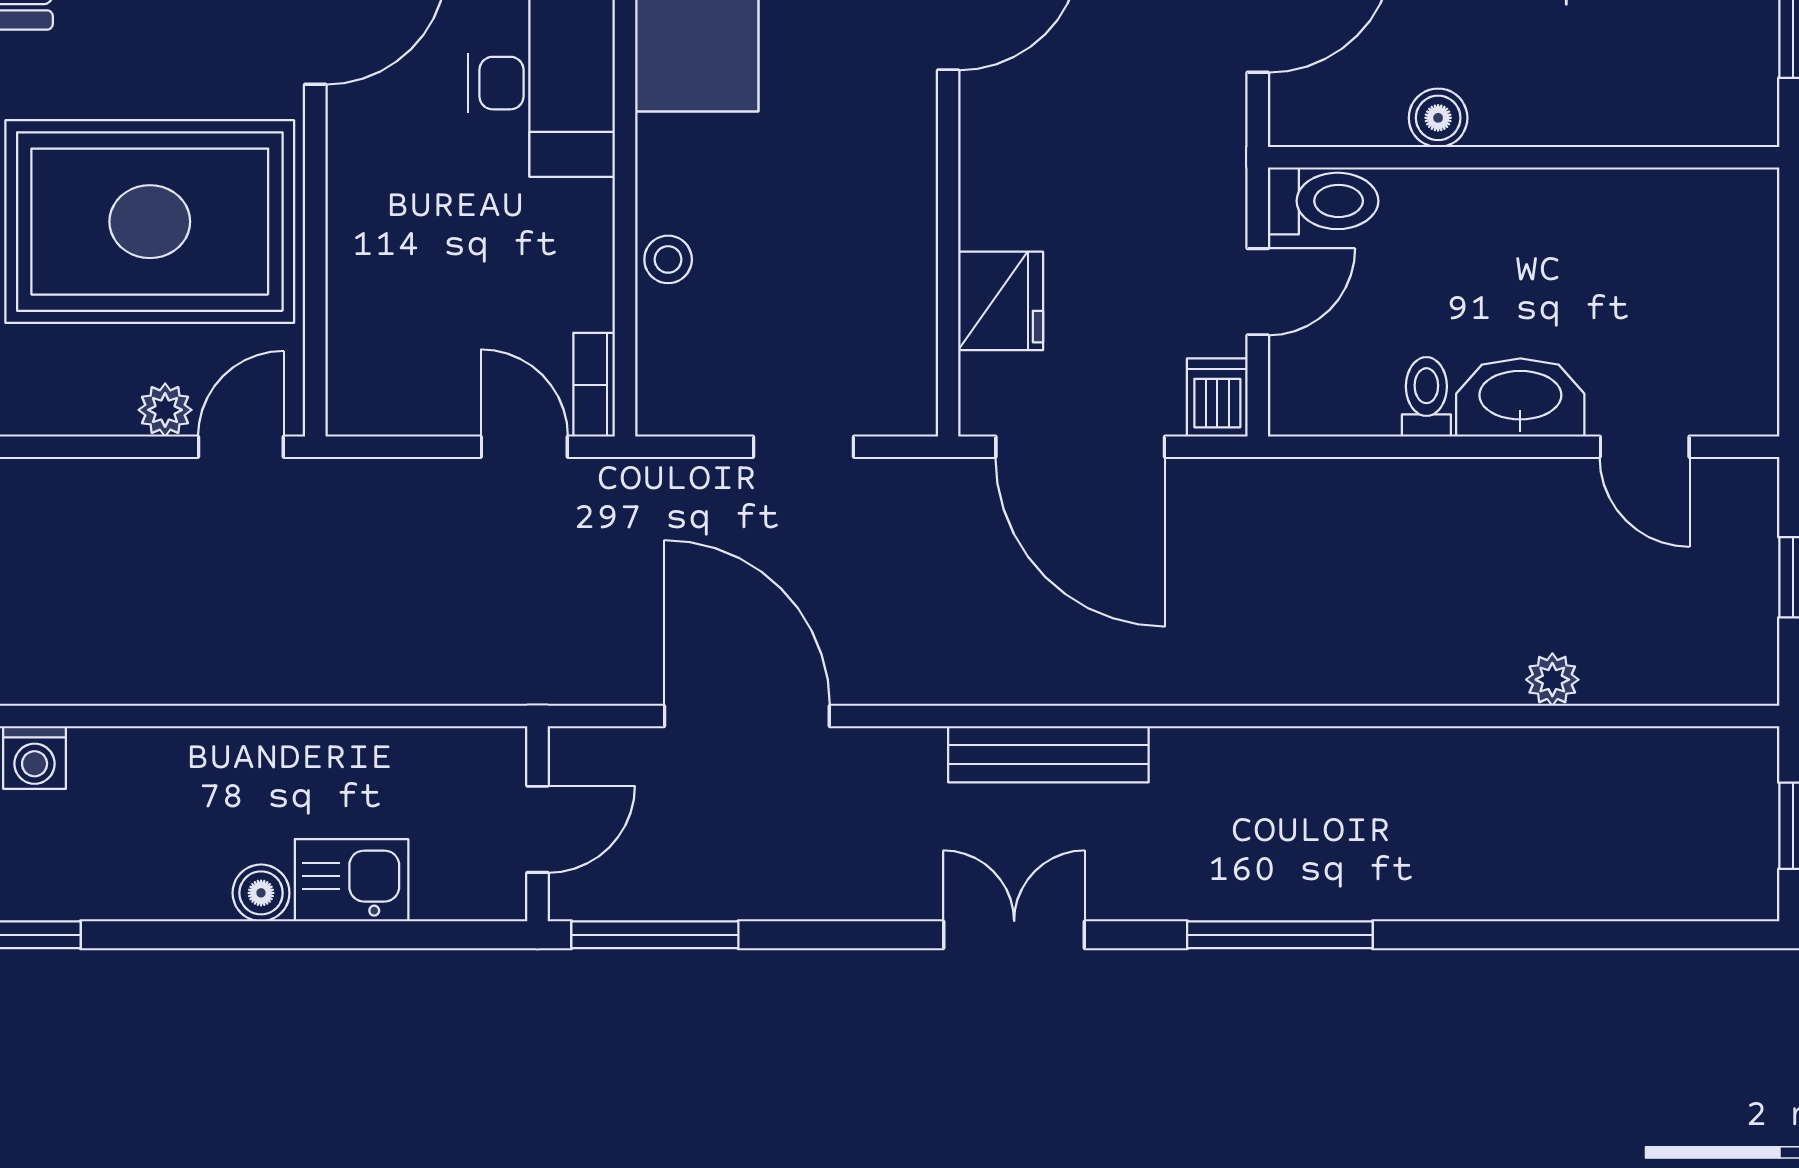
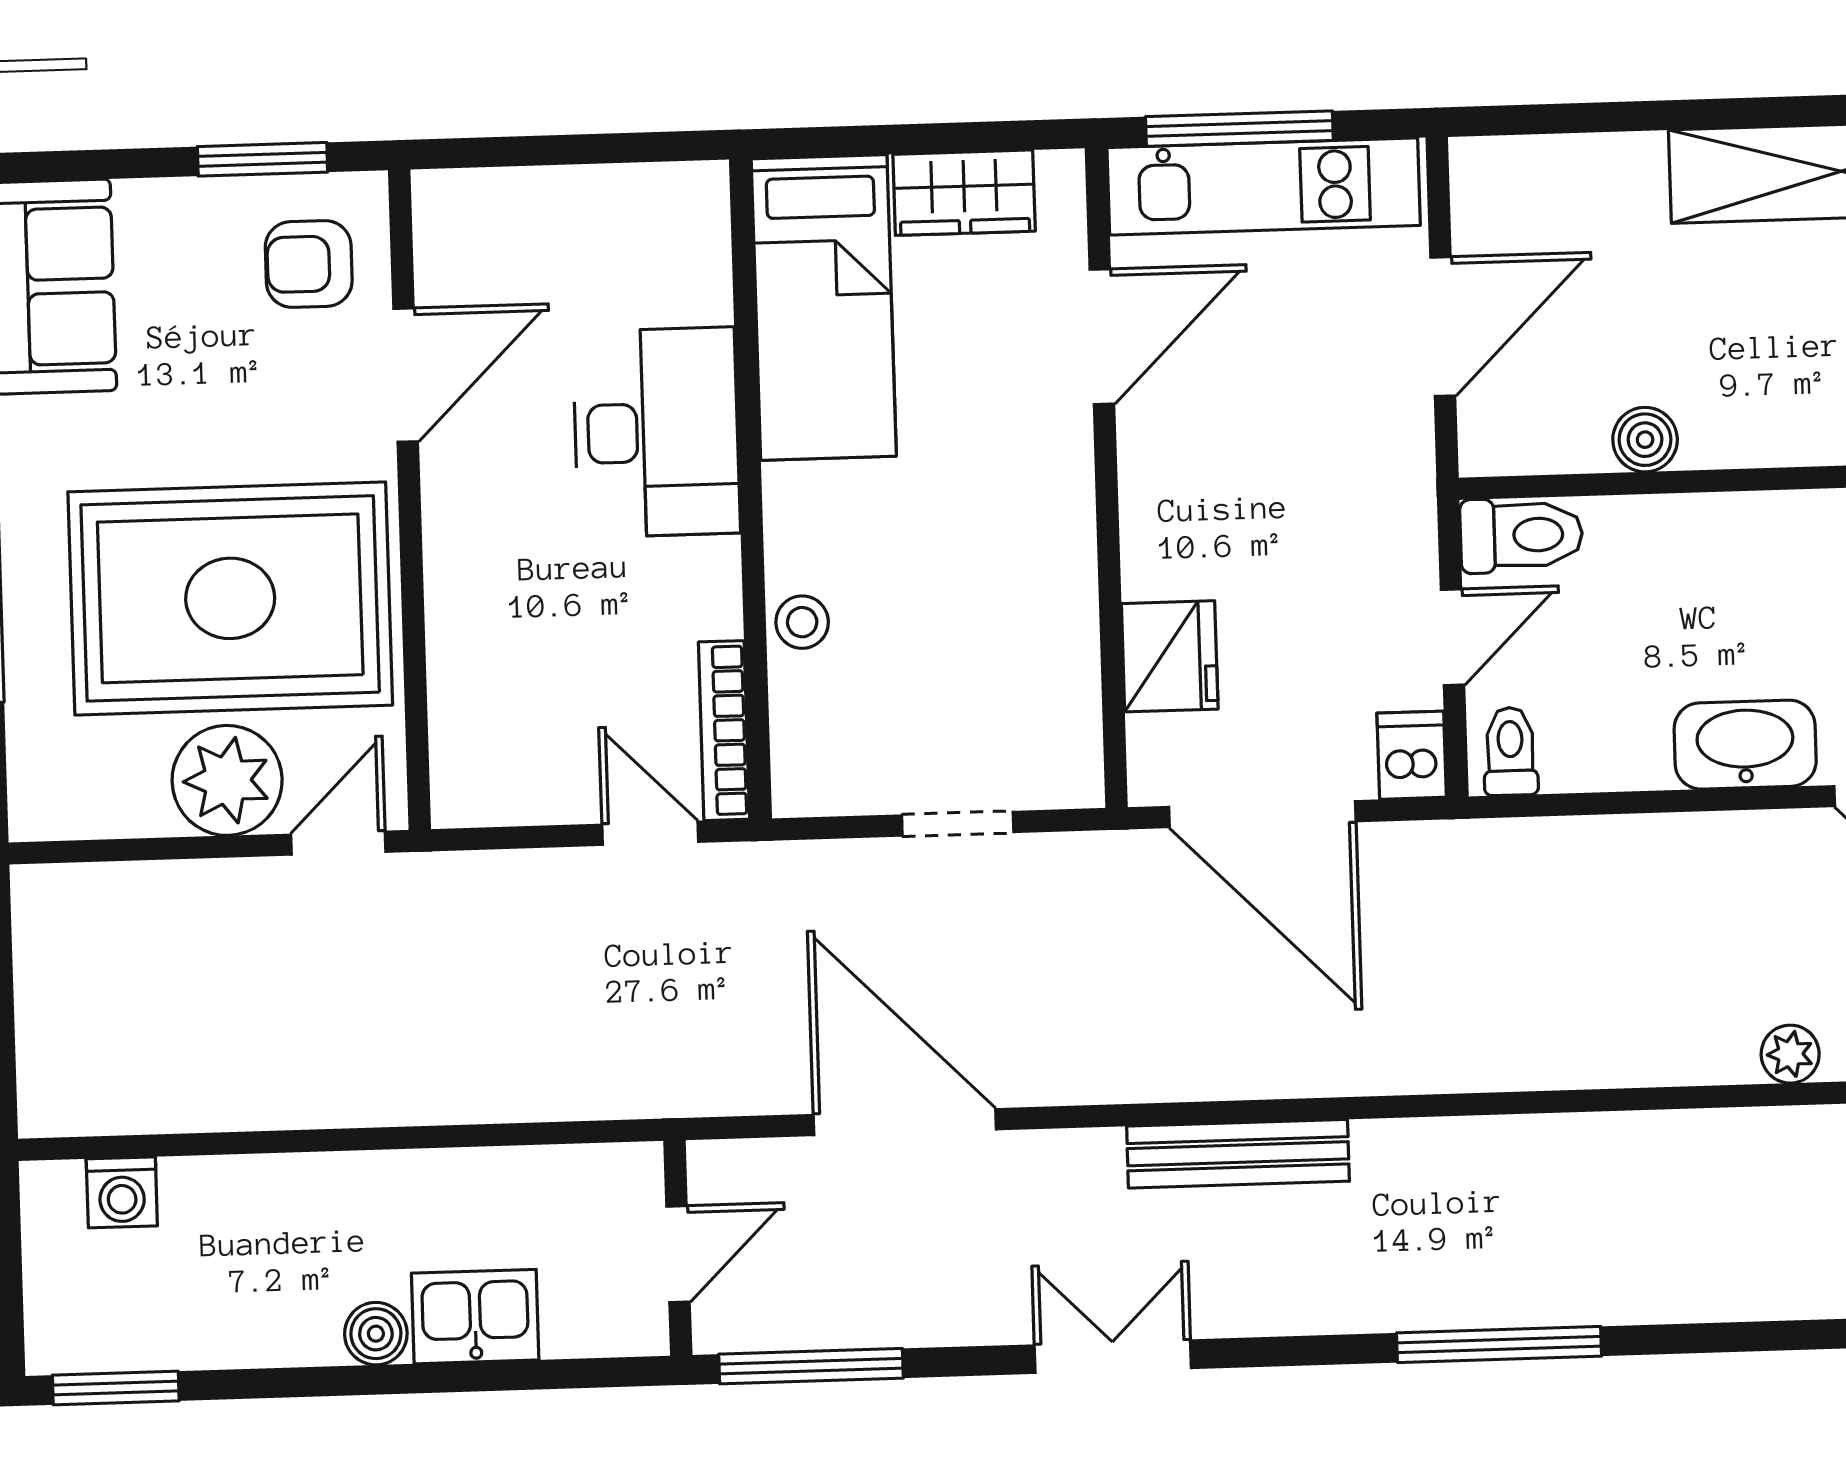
bookcase: (594, 385) -> (724, 731), width x1.56
toilet: (1426, 397) -> (1510, 751), moved
plant: (165, 410) -> (227, 780), width x1.88, depth x1.88
double door: (1014, 935) -> (1113, 1357), moved

